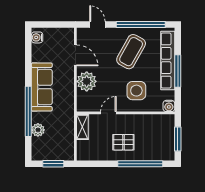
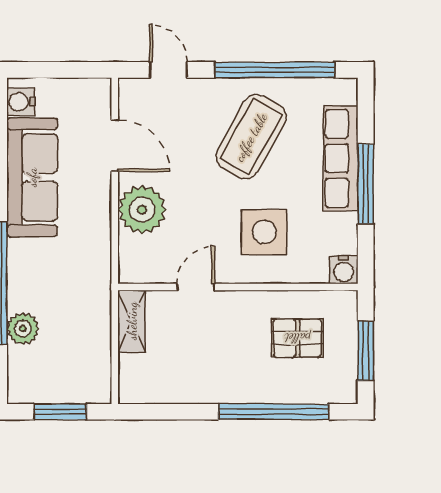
row of seats: (168, 60) -> (341, 158), width x0.73
sofa: (42, 87) -> (32, 177), moved
pallet: (123, 142) -> (297, 338), moved

